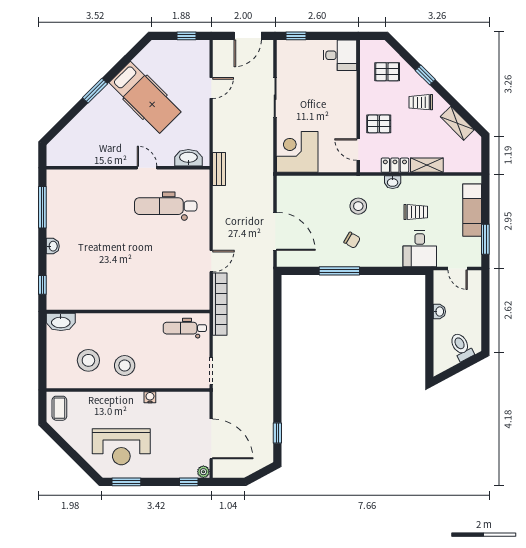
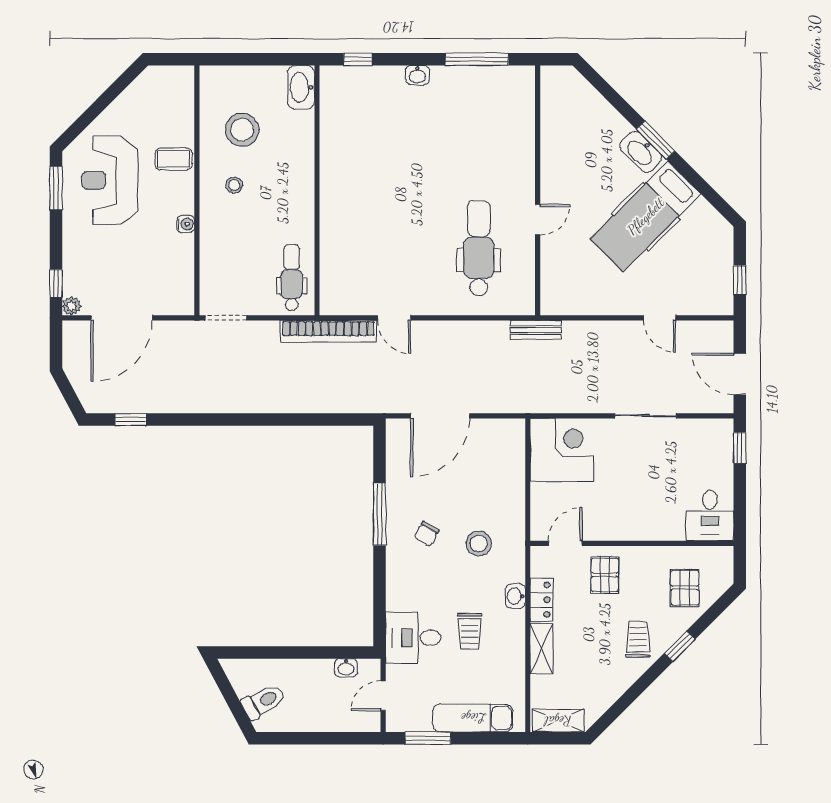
shelving: (457, 123) -> (558, 721), moved, turned 45
washbasin: (188, 158) -> (641, 152), moved, turned 135
washbasin: (439, 312) -> (346, 668), moved
stool: (125, 366) -> (234, 185), width x0.53, depth x0.53
coffee table: (59, 408) -> (174, 159), moved

